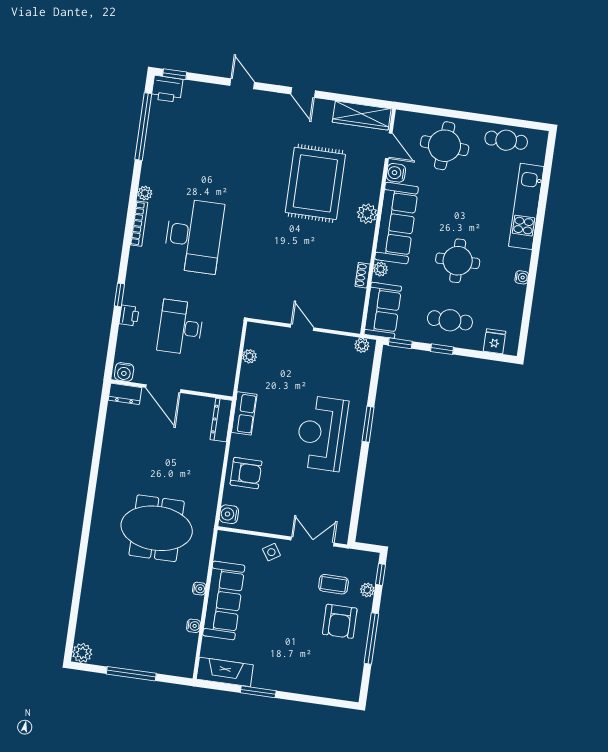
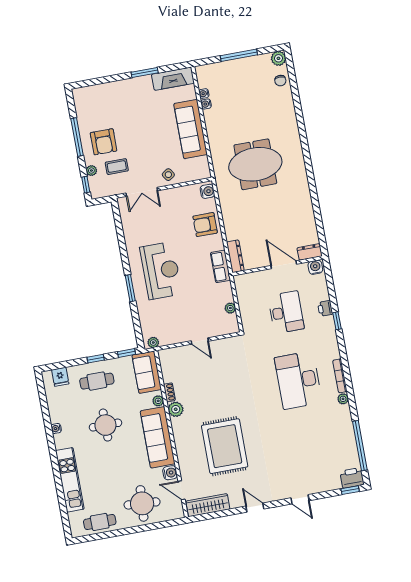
plant: (367, 214) -> (176, 409), moved
water cooler: (199, 589) -> (204, 94), moved
armchair: (340, 621) -> (104, 142), turned 180
chair: (89, 624) -> (280, 81), added

